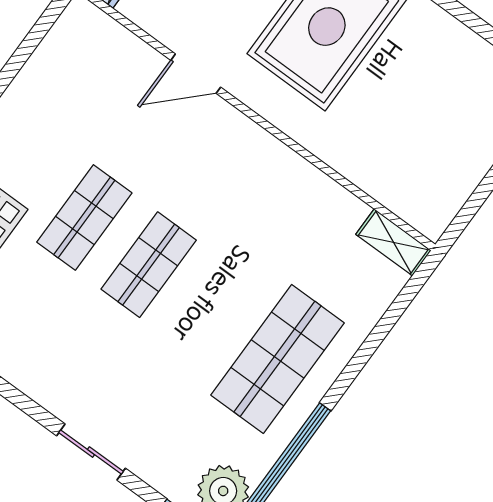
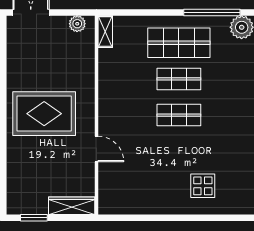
plant: (444, 203) -> (77, 24), added
shop shelf: (84, 217) -> (179, 79), moved

